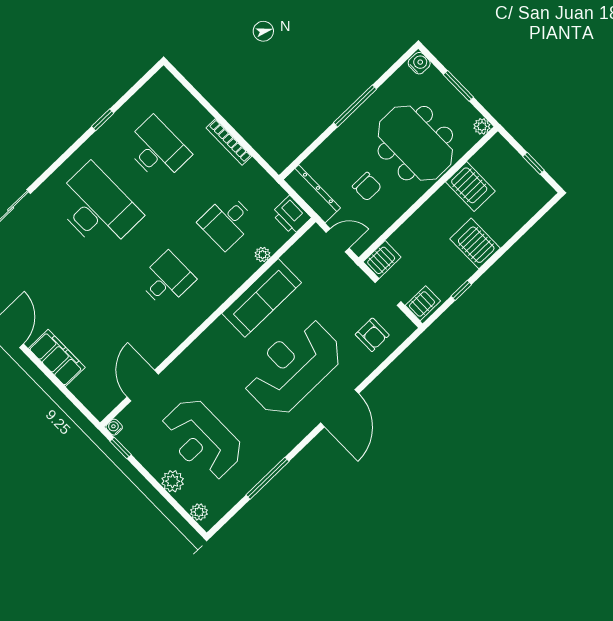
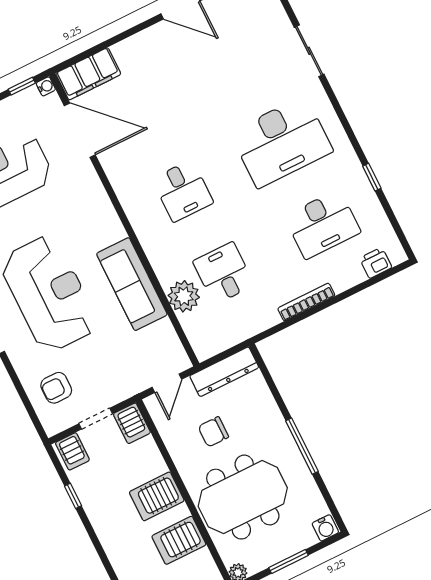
printer: (291, 215) -> (376, 263), moved, width x0.73, depth x0.81
server rack: (475, 243) -> (157, 496), moved, turned 180
plant: (262, 255) -> (184, 296), width x1.88, depth x1.88
filing cabinet: (57, 358) -> (88, 74), moved
door: (143, 386) -> (80, 130), width x1.36

